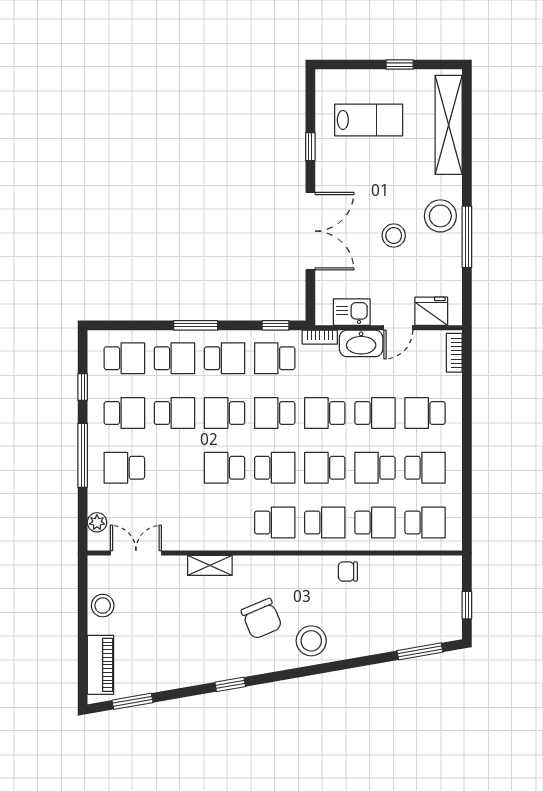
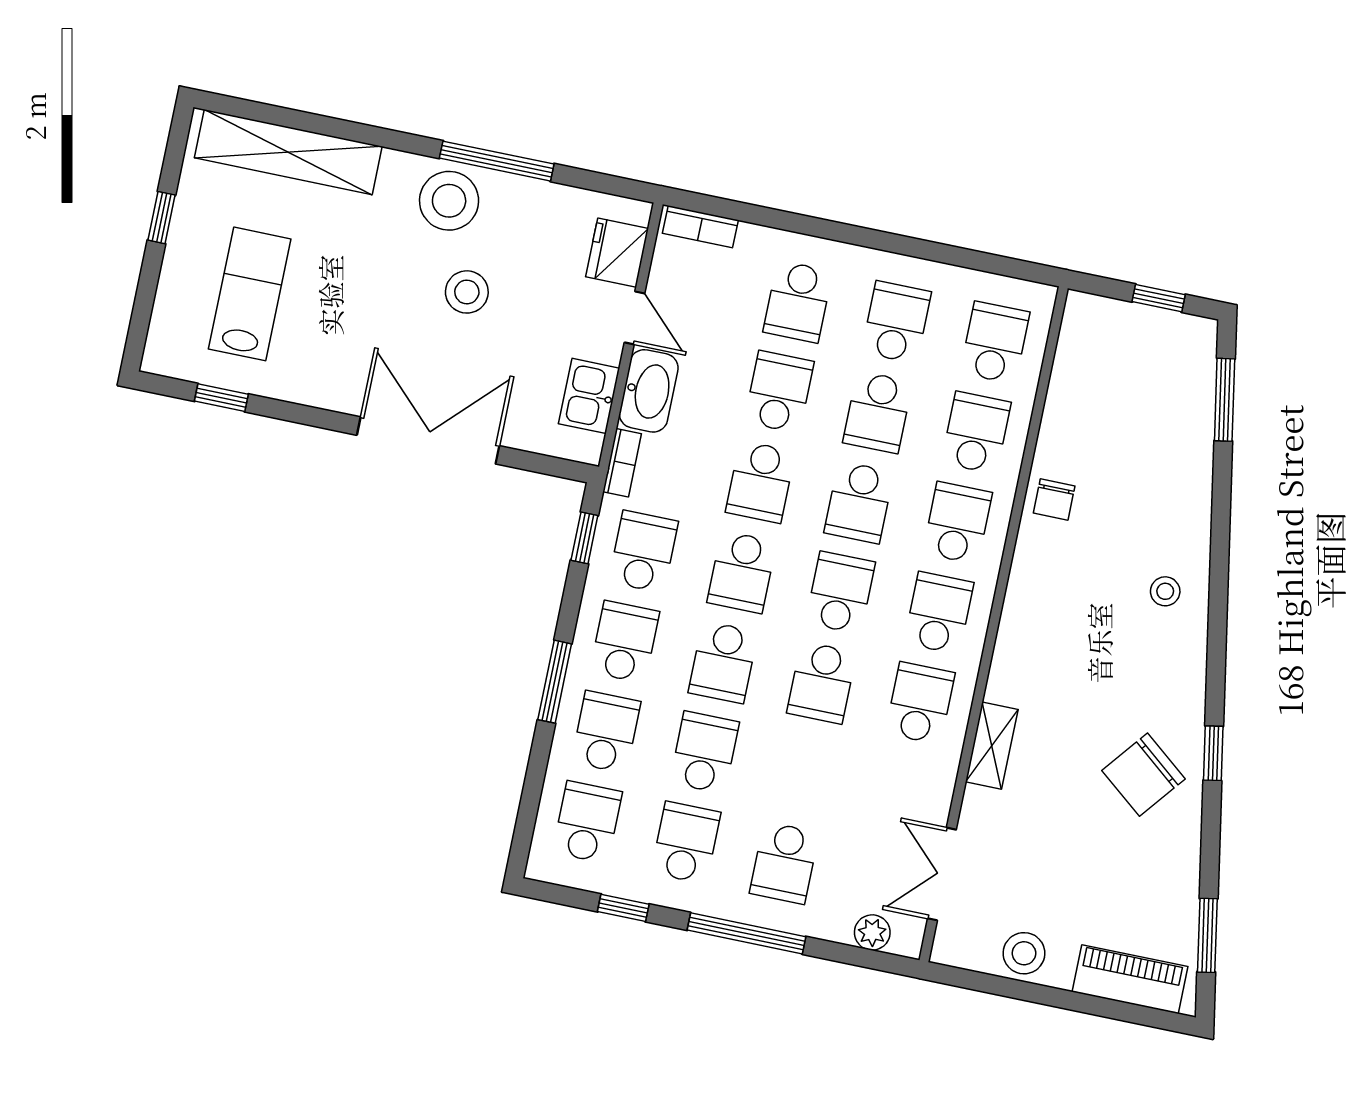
window: (310, 147) -> (221, 398), moved
school desk: (275, 358) -> (643, 552), turned 180
school desk: (225, 523) -> (920, 703), added
chair: (262, 619) -> (1143, 775), moved, turned 152
stool: (311, 641) -> (1165, 591), width x0.53, depth x0.53

